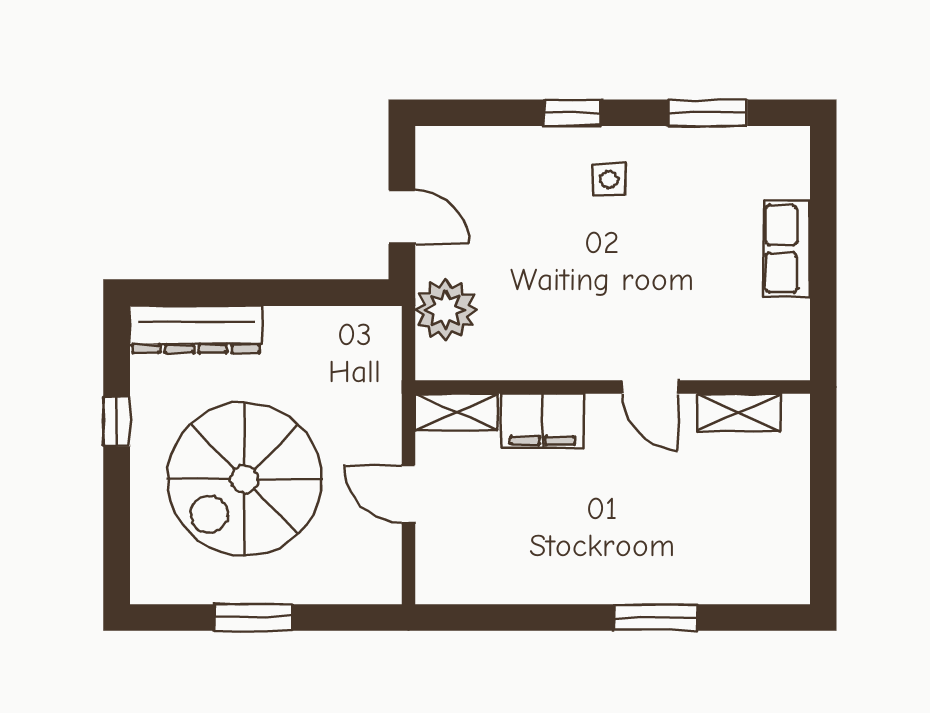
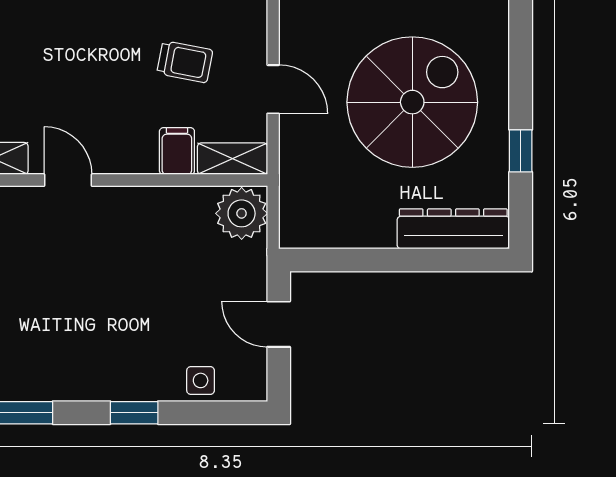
side table: (609, 180) -> (201, 380), moved
plant: (446, 310) -> (242, 213), moved
filing cabinet: (543, 421) -> (177, 151), width x0.50
trolley: (513, 527) -> (185, 62), added

